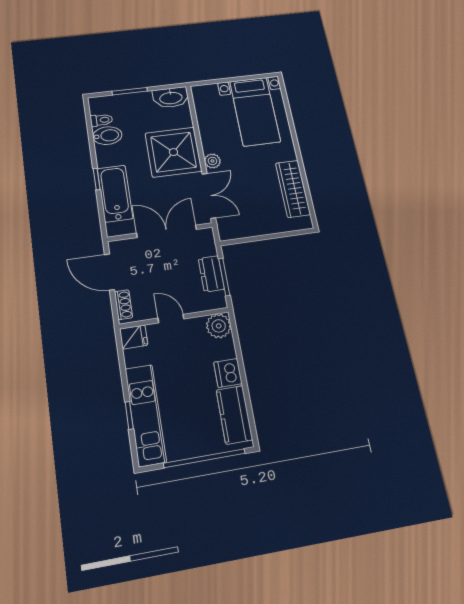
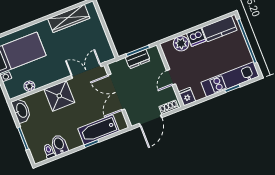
shower: (173, 152) -> (59, 96), width x0.73, depth x0.73
plant: (212, 161) -> (29, 86), moved
plant: (219, 326) -> (181, 43), moved

